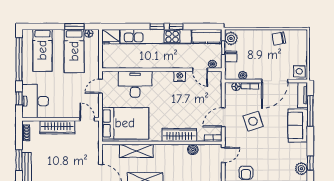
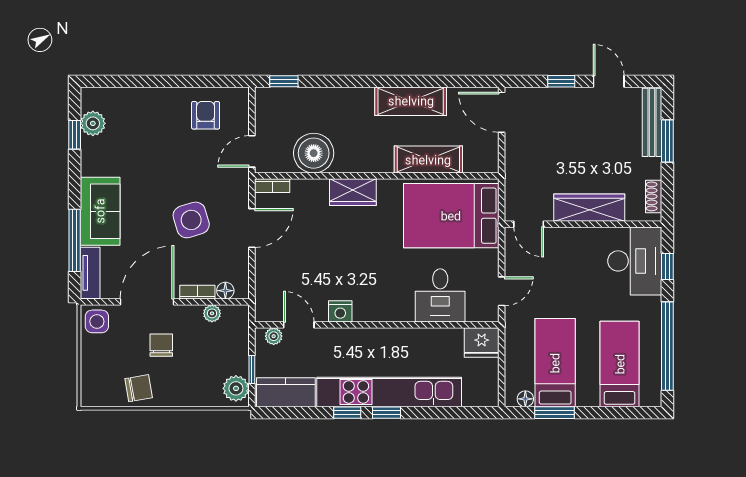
fridge: (111, 37) -> (482, 342), moved, turned 180
chair: (231, 56) -> (161, 345), moved
desk: (135, 84) -> (440, 295), width x0.73
wardrobe: (179, 135) -> (353, 192), width x0.67
boiler: (193, 150) -> (314, 153), width x1.86, depth x1.86

